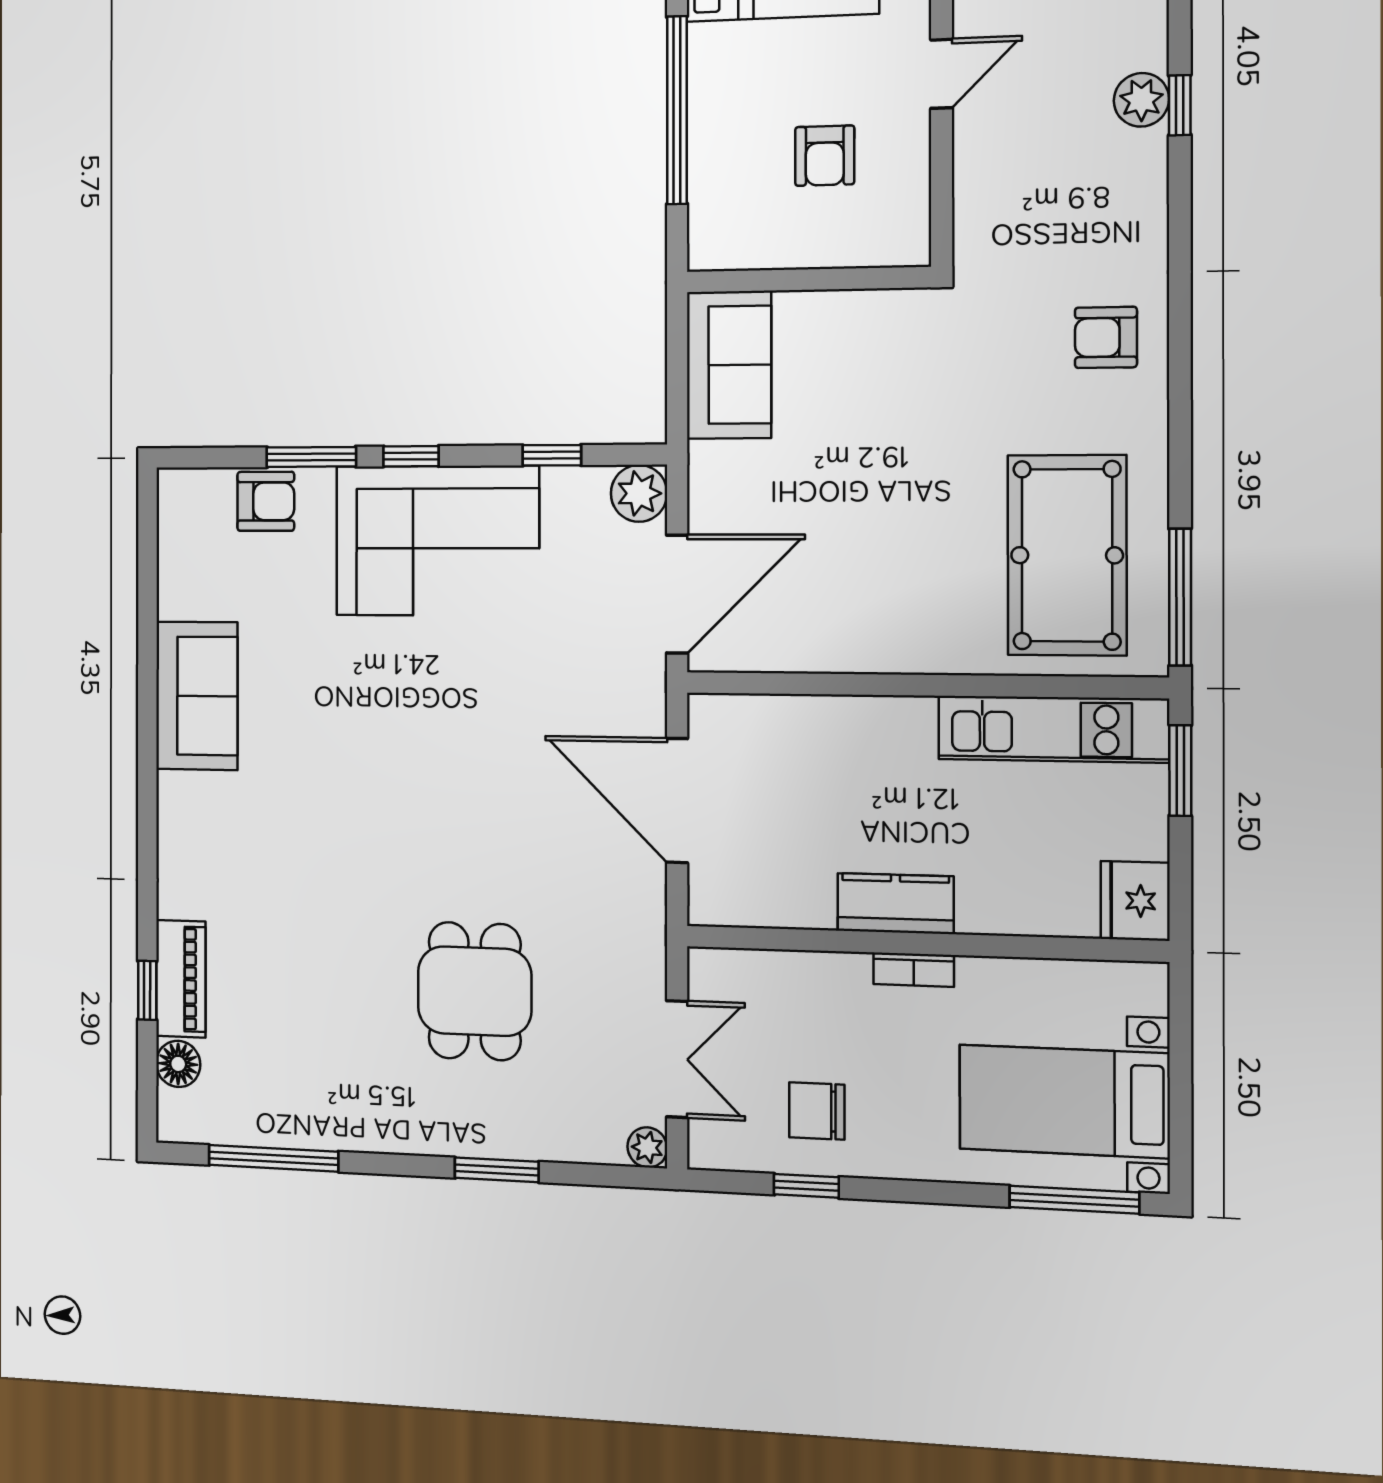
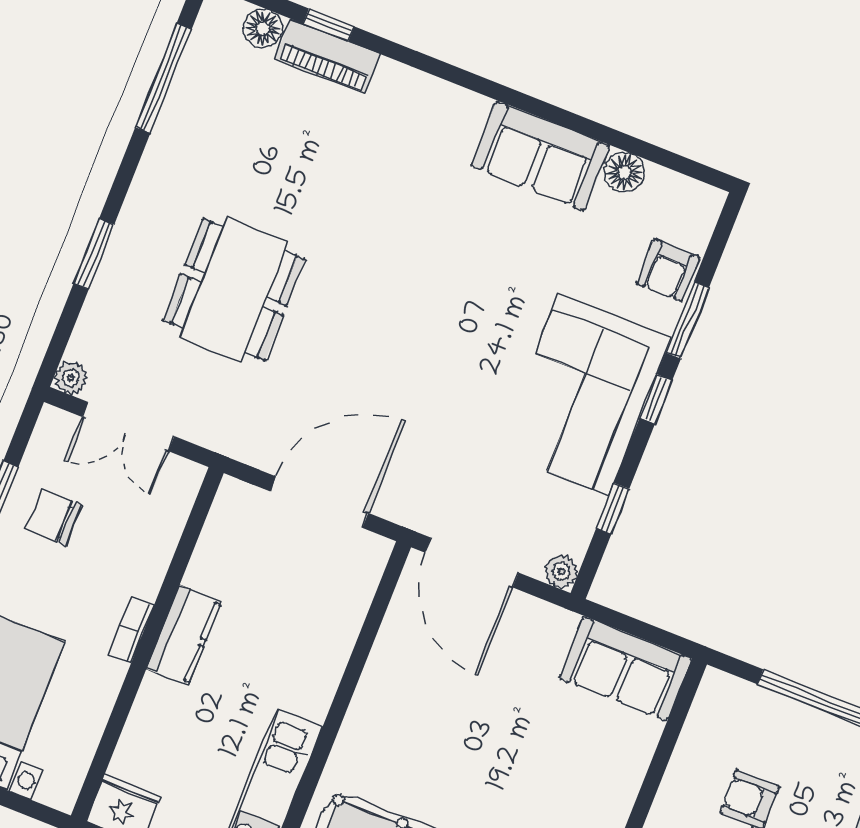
plant: (639, 493) -> (561, 572), width x0.73, depth x0.73
floor lamp: (179, 594) -> (625, 172), added
dining table: (475, 991) -> (234, 290), width x1.38
chair: (817, 1111) -> (53, 517), turned -90

